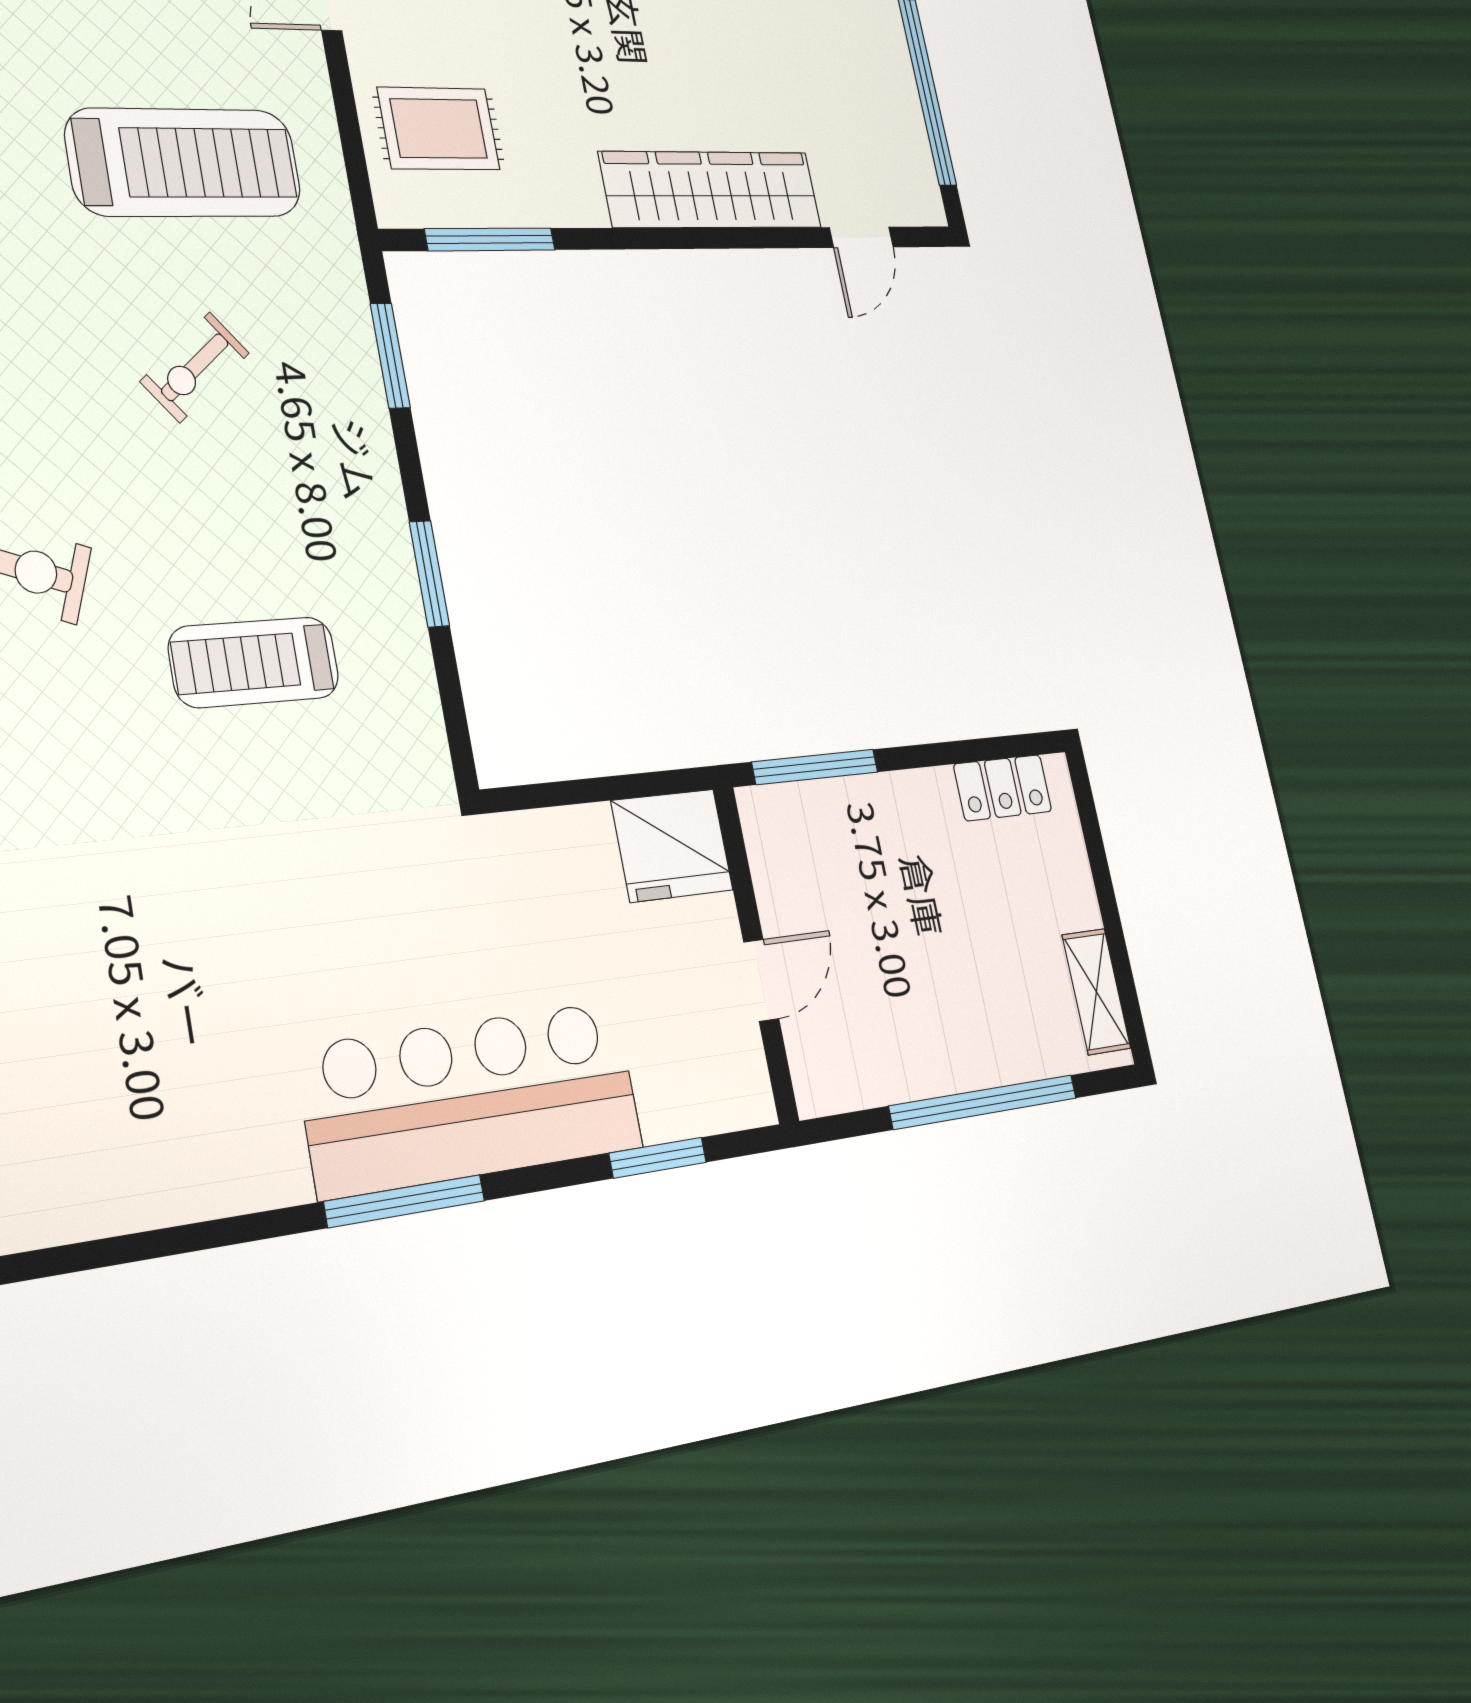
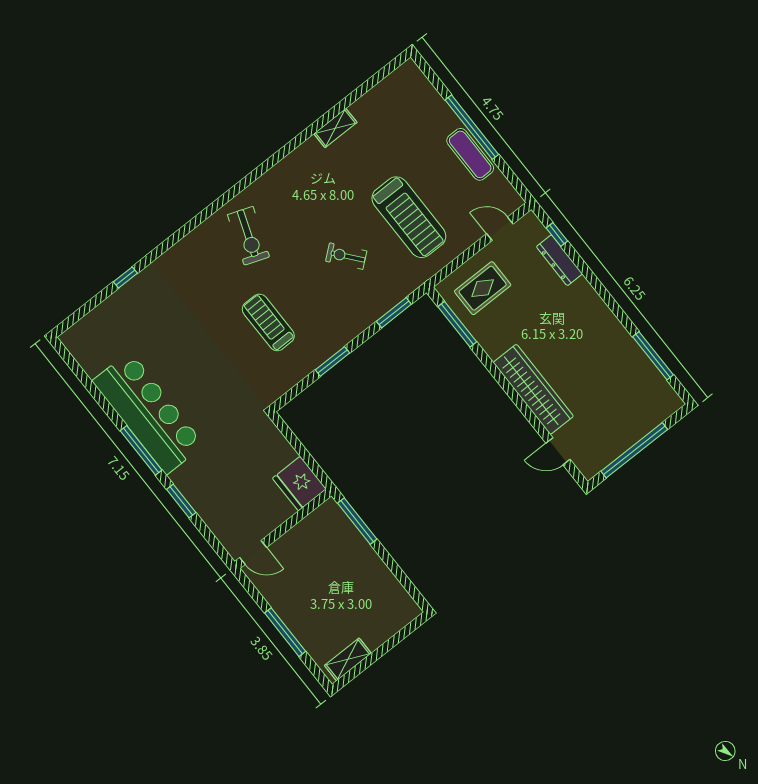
rug: (439, 129) -> (483, 288), turned 90
locker: (1003, 788) -> (395, 593), removed
door: (761, 980) -> (253, 552), moved
bar counter: (472, 1098) -> (148, 413), moved
window: (984, 1102) -> (285, 632), width x0.68
window: (658, 1158) -> (181, 501), moved

